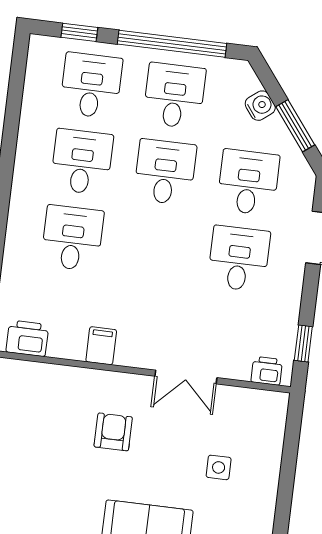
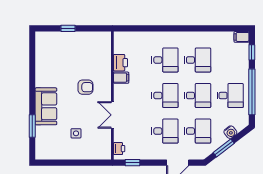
filing cabinet: (40, 52) -> (241, 37), added
desk: (91, 85) -> (165, 96), moved
printer: (27, 338) -> (120, 63), moved

